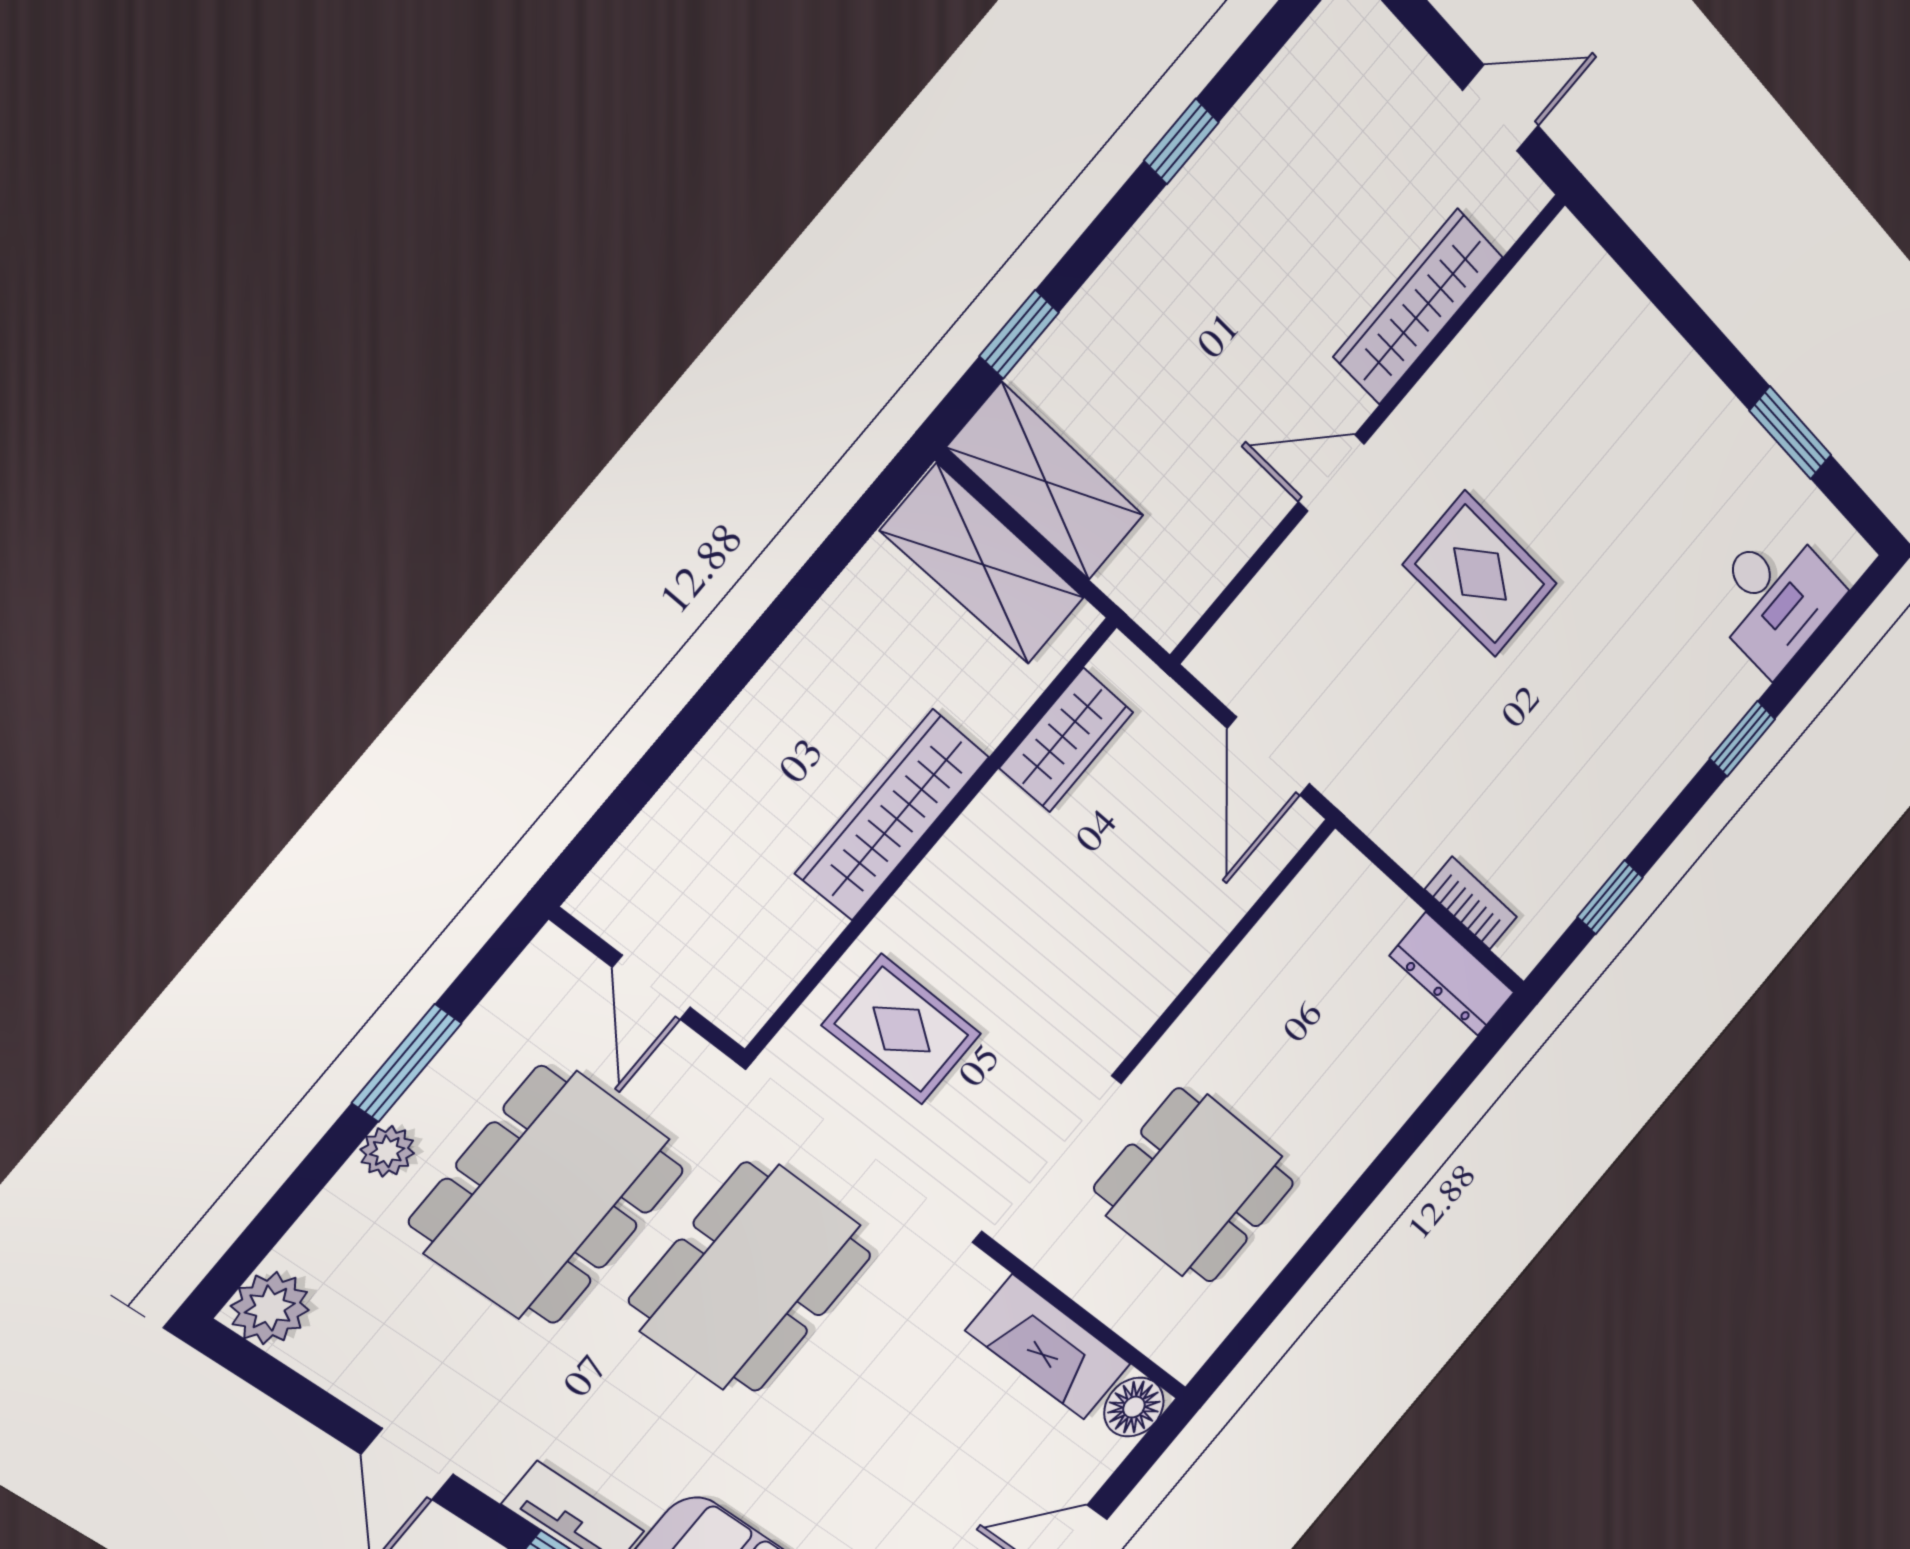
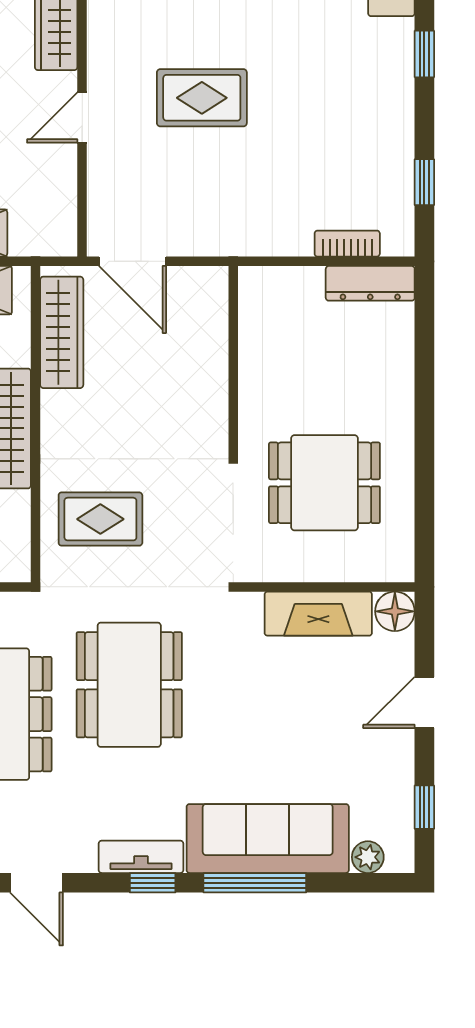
wardrobe: (1066, 740) -> (62, 332), width x1.50
door: (1269, 756) -> (133, 261), moved

